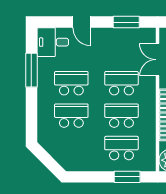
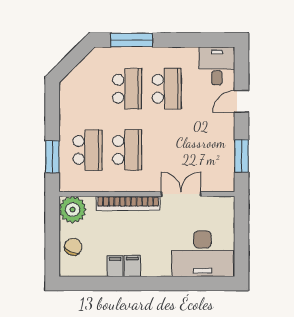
double door: (157, 60) -> (181, 194), moved
window: (31, 70) -> (132, 40), moved
school desk: (121, 83) -> (167, 150), removed

